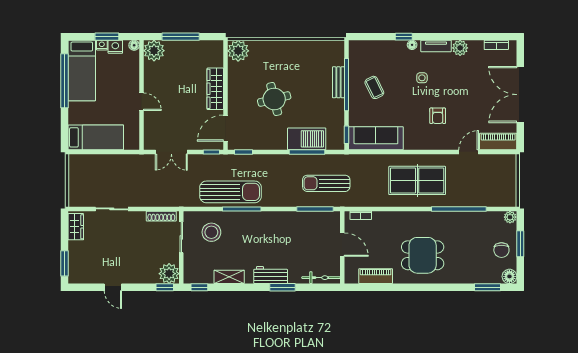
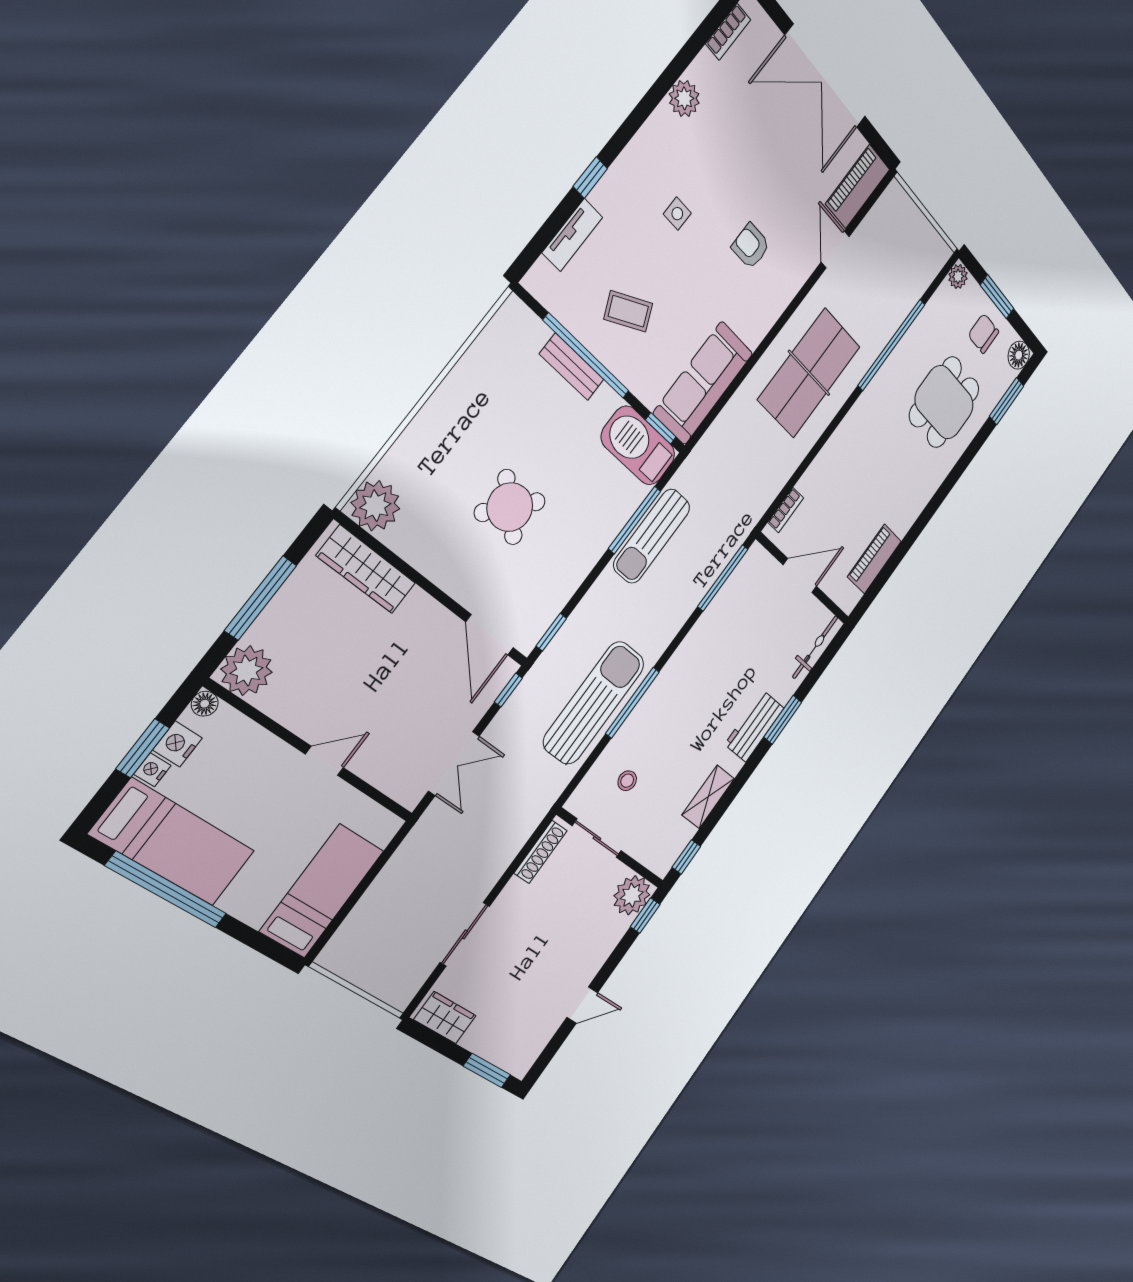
floor lamp: (412, 45) -> (615, 177), removed
tv unit: (436, 46) -> (572, 235), moved
wardrobe: (215, 89) -> (366, 569), moved
round table: (274, 99) -> (510, 507), turned -34
armchair: (438, 116) -> (751, 246), turned 180
barbecue: (307, 139) -> (638, 446), moved, turned -90
sun lounger: (326, 183) -> (652, 536), moved
stool: (211, 232) -> (627, 781), width x0.53, depth x0.53
chair: (501, 250) -> (983, 333), turned 180
dining table: (423, 255) -> (944, 402), moved

